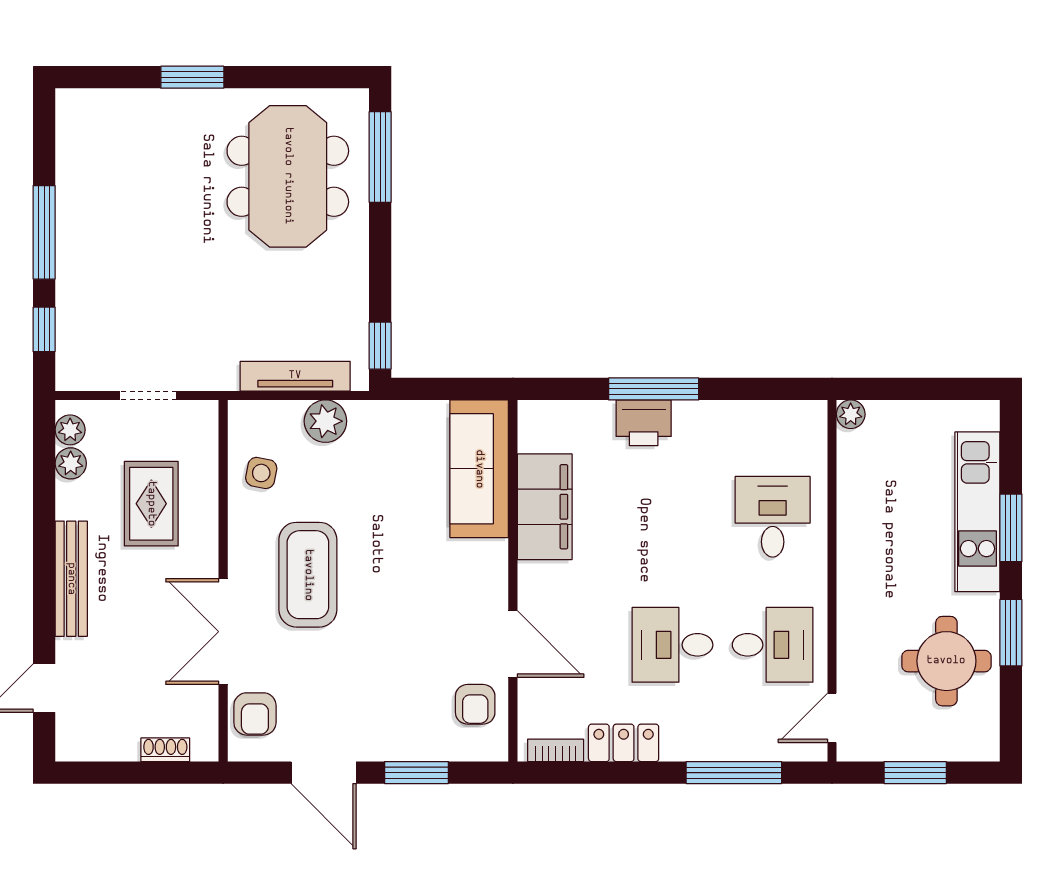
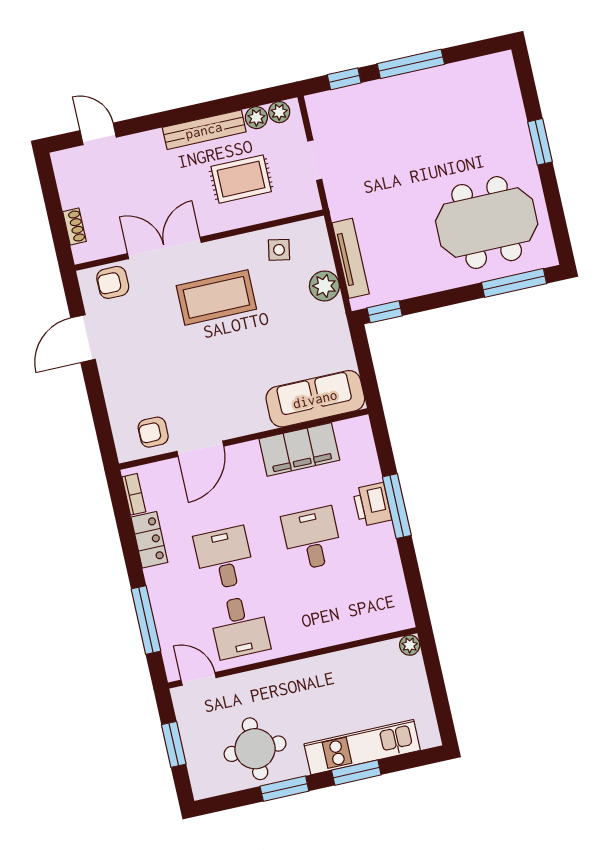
desk: (773, 517) -> (312, 539), moved, turned -90
bench: (71, 579) -> (204, 130), moved
window: (416, 773) -> (97, 402), removed

